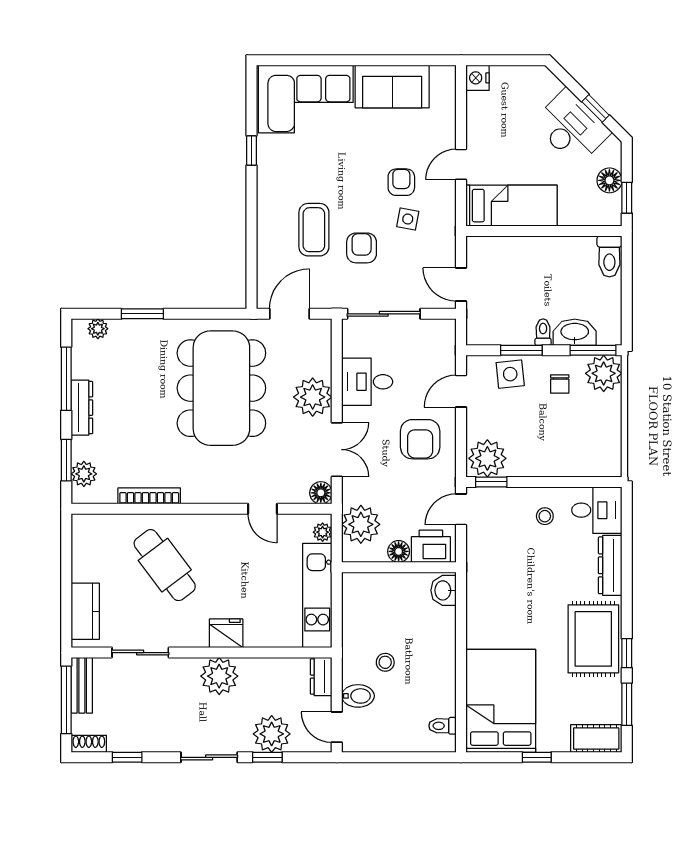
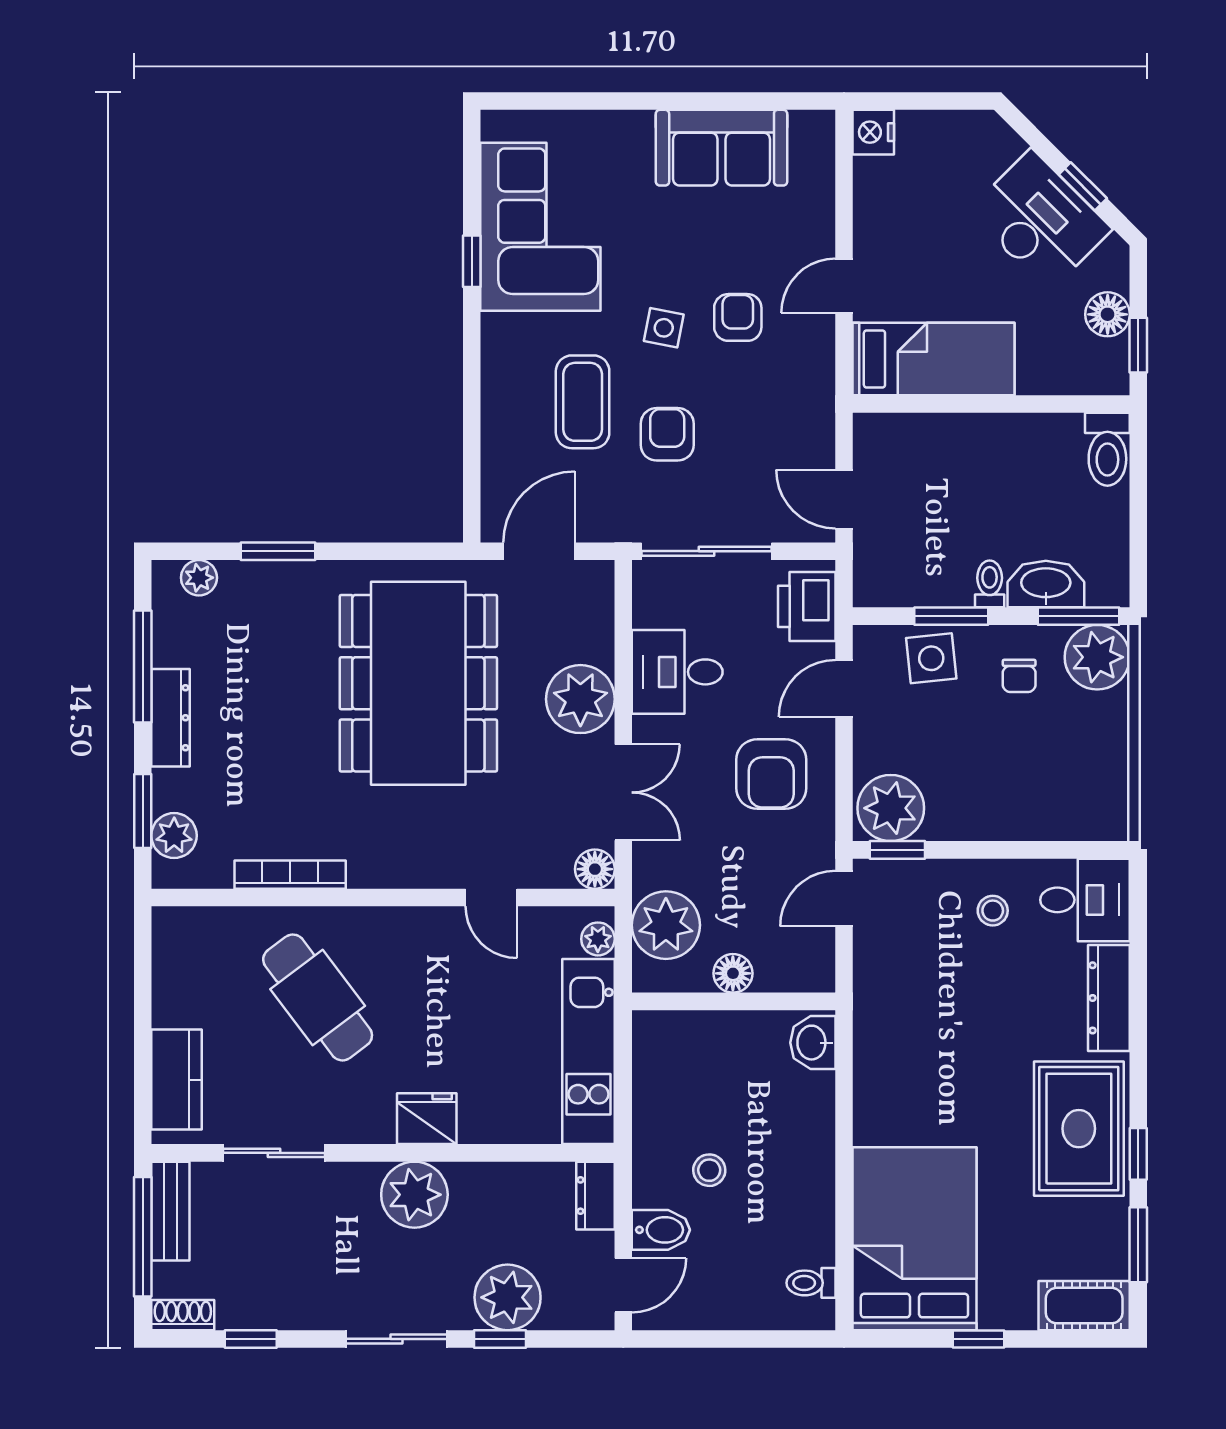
corner sofa: (306, 99) -> (540, 227), moved, turned -90
side table: (408, 219) -> (664, 328), moved
printer: (431, 546) -> (807, 606), moved, turned -90
door: (337, 727) -> (623, 1285), swing flipped

